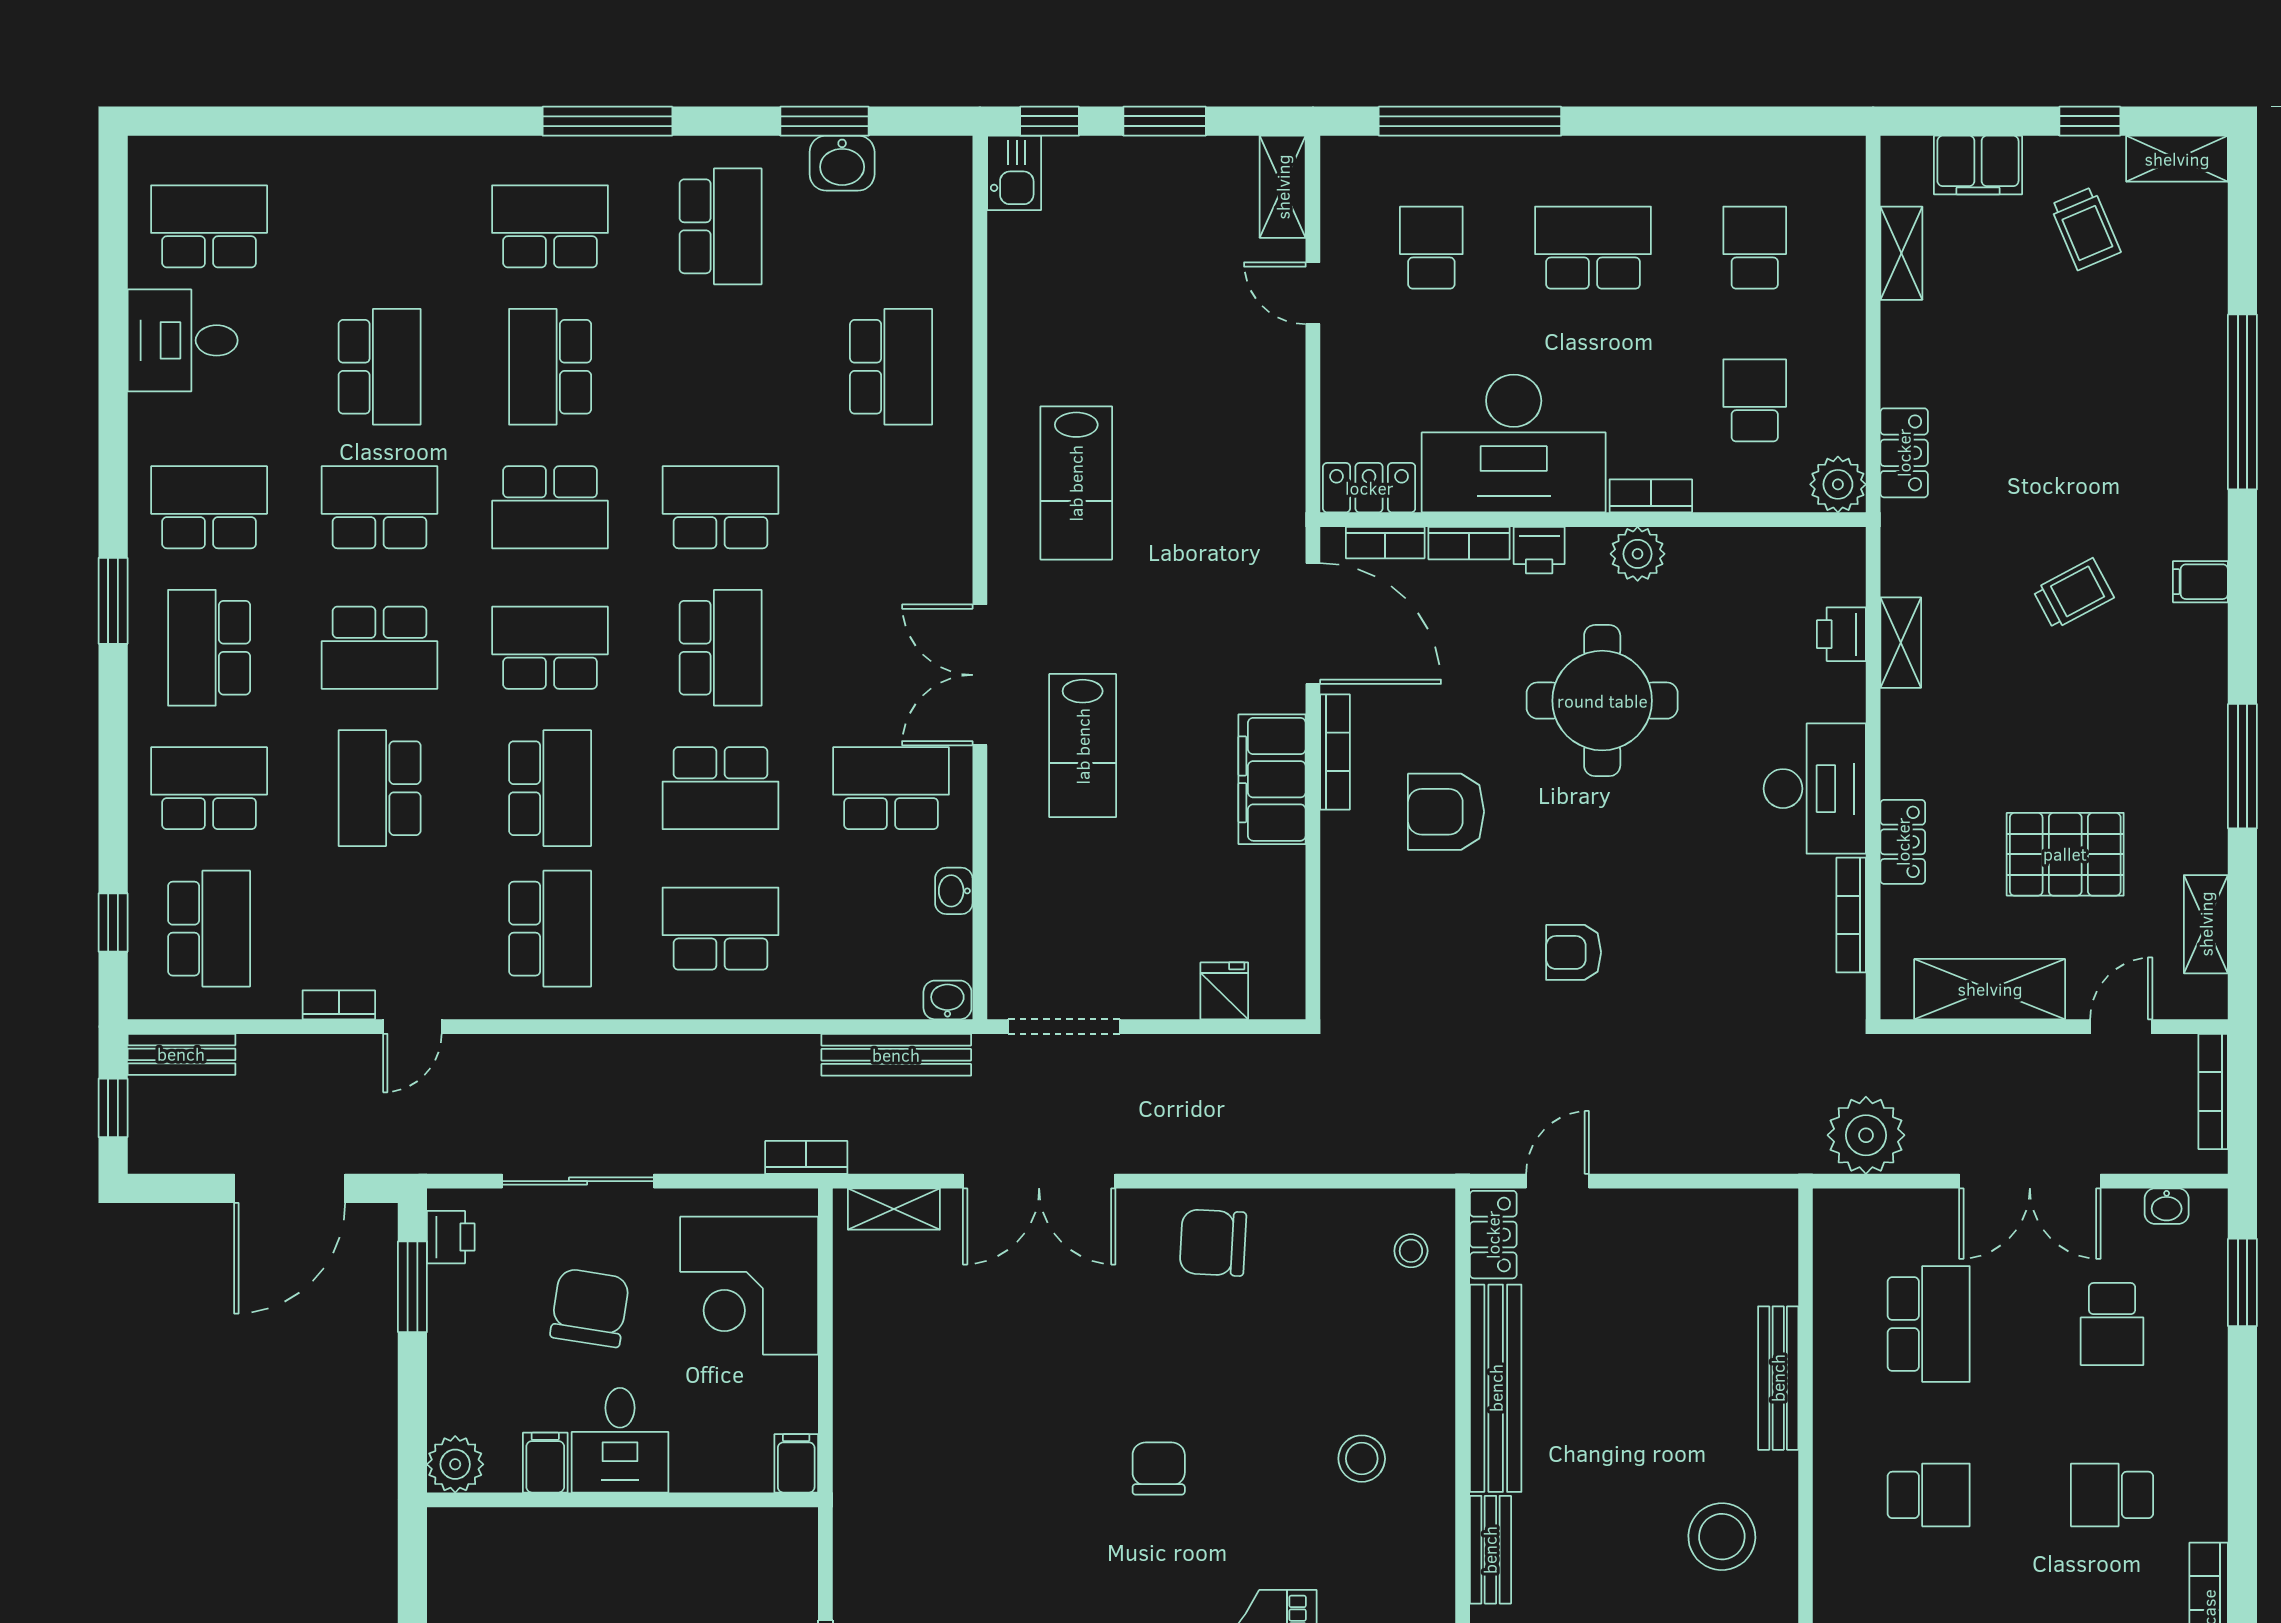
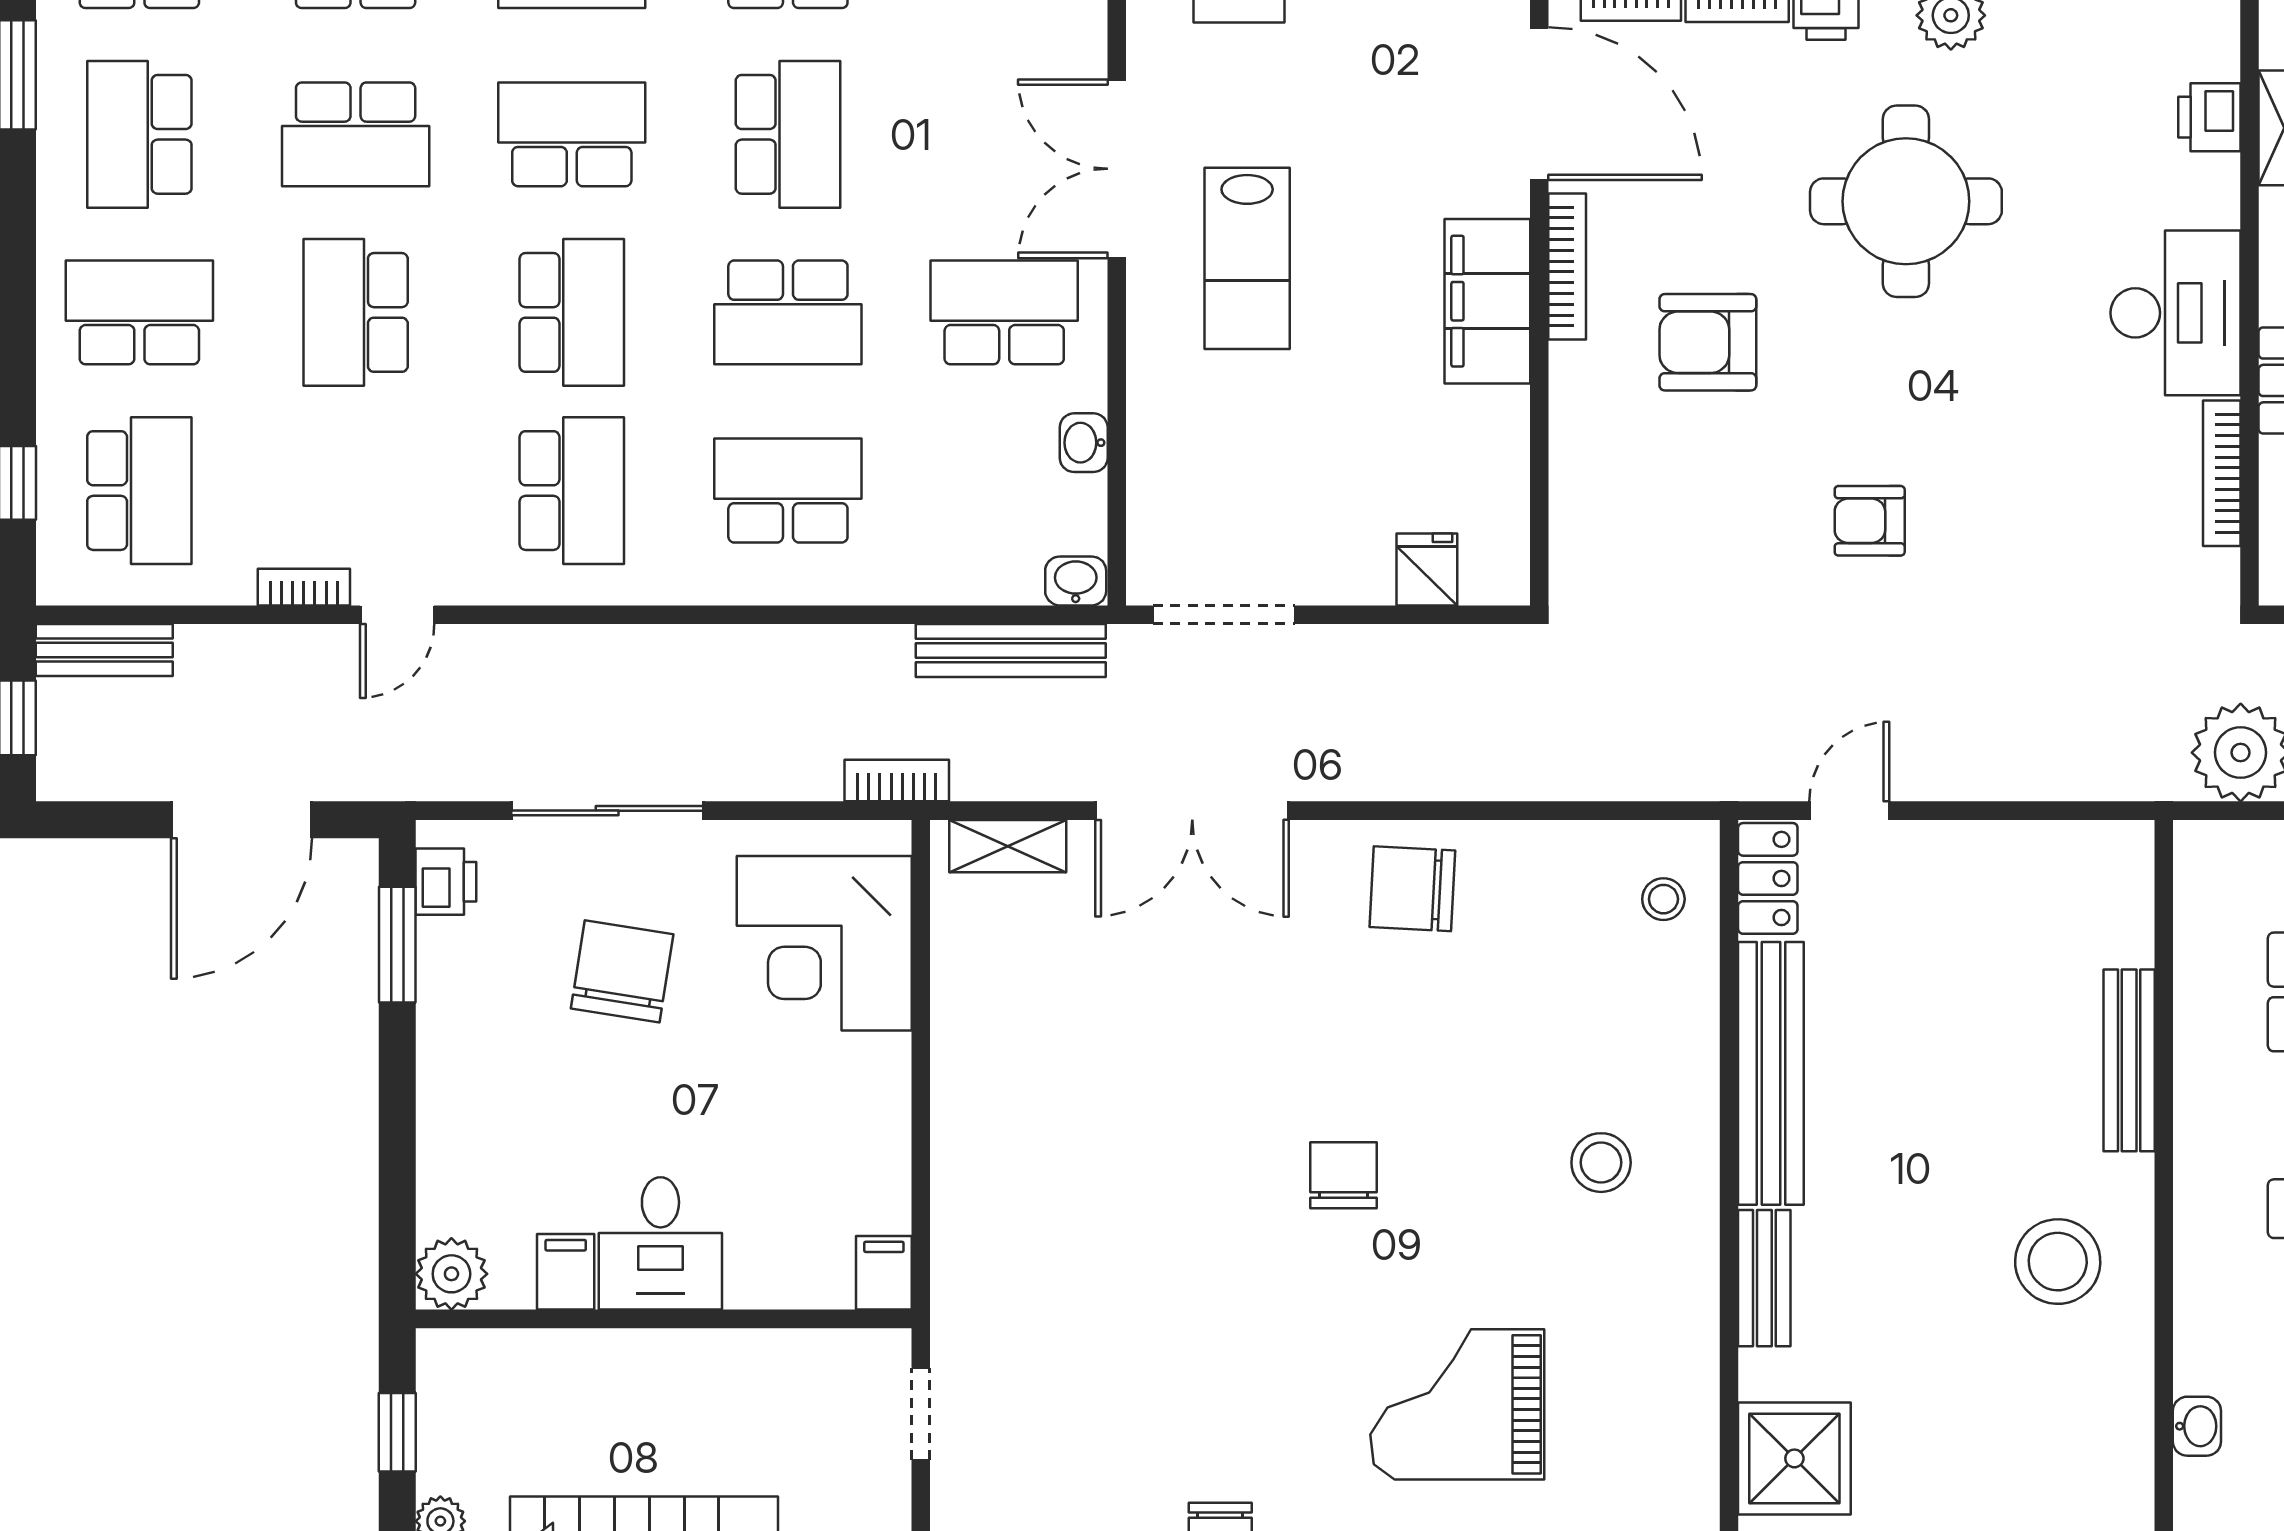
desk: (620, 1440) -> (660, 1243), moved
filing cabinet: (545, 1463) -> (566, 1272), moved
filing cabinet: (796, 1463) -> (884, 1273), moved
plant: (455, 1464) -> (451, 1274), moved
wall: (622, 1500) -> (664, 1319), moved

